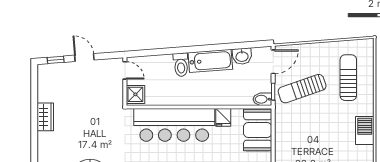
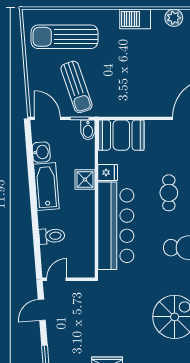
door: (84, 58) -> (42, 310), moved
toilet: (181, 65) -> (52, 236), moved
sun lounger: (348, 78) -> (64, 37), width x1.36, depth x1.34
shower: (135, 94) -> (85, 179), moved
barbecue: (365, 130) -> (135, 19), moved

